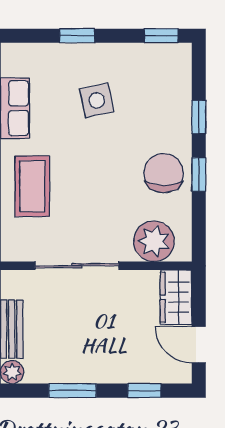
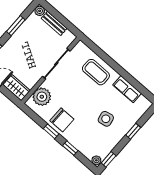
plant: (181, 55) -> (96, 160), added

